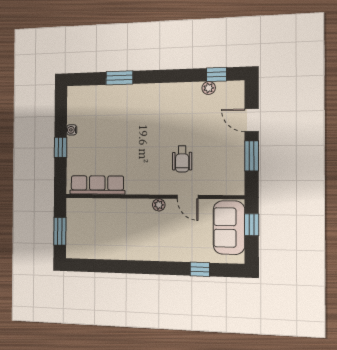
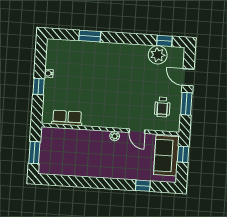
plant: (209, 88) -> (158, 55), width x1.88, depth x1.88
wheelchair: (182, 159) -> (162, 107), moved
row of seats: (97, 185) -> (67, 118), width x0.68

